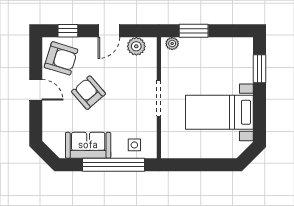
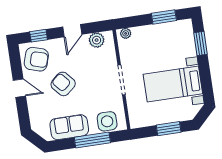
window: (194, 31) -> (164, 17), moved
side table: (134, 145) -> (107, 121), width x1.87, depth x1.87
window: (113, 165) -> (92, 140), width x0.68
window: (206, 165) -> (169, 129), added

